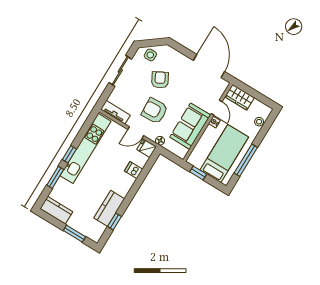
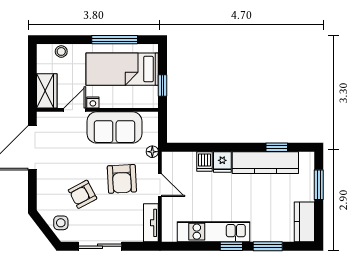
kitchen unit: (85, 148) -> (213, 232), width x0.73
fridge: (146, 148) -> (222, 162), moved
kitchen counter: (109, 208) -> (265, 163), width x1.50

